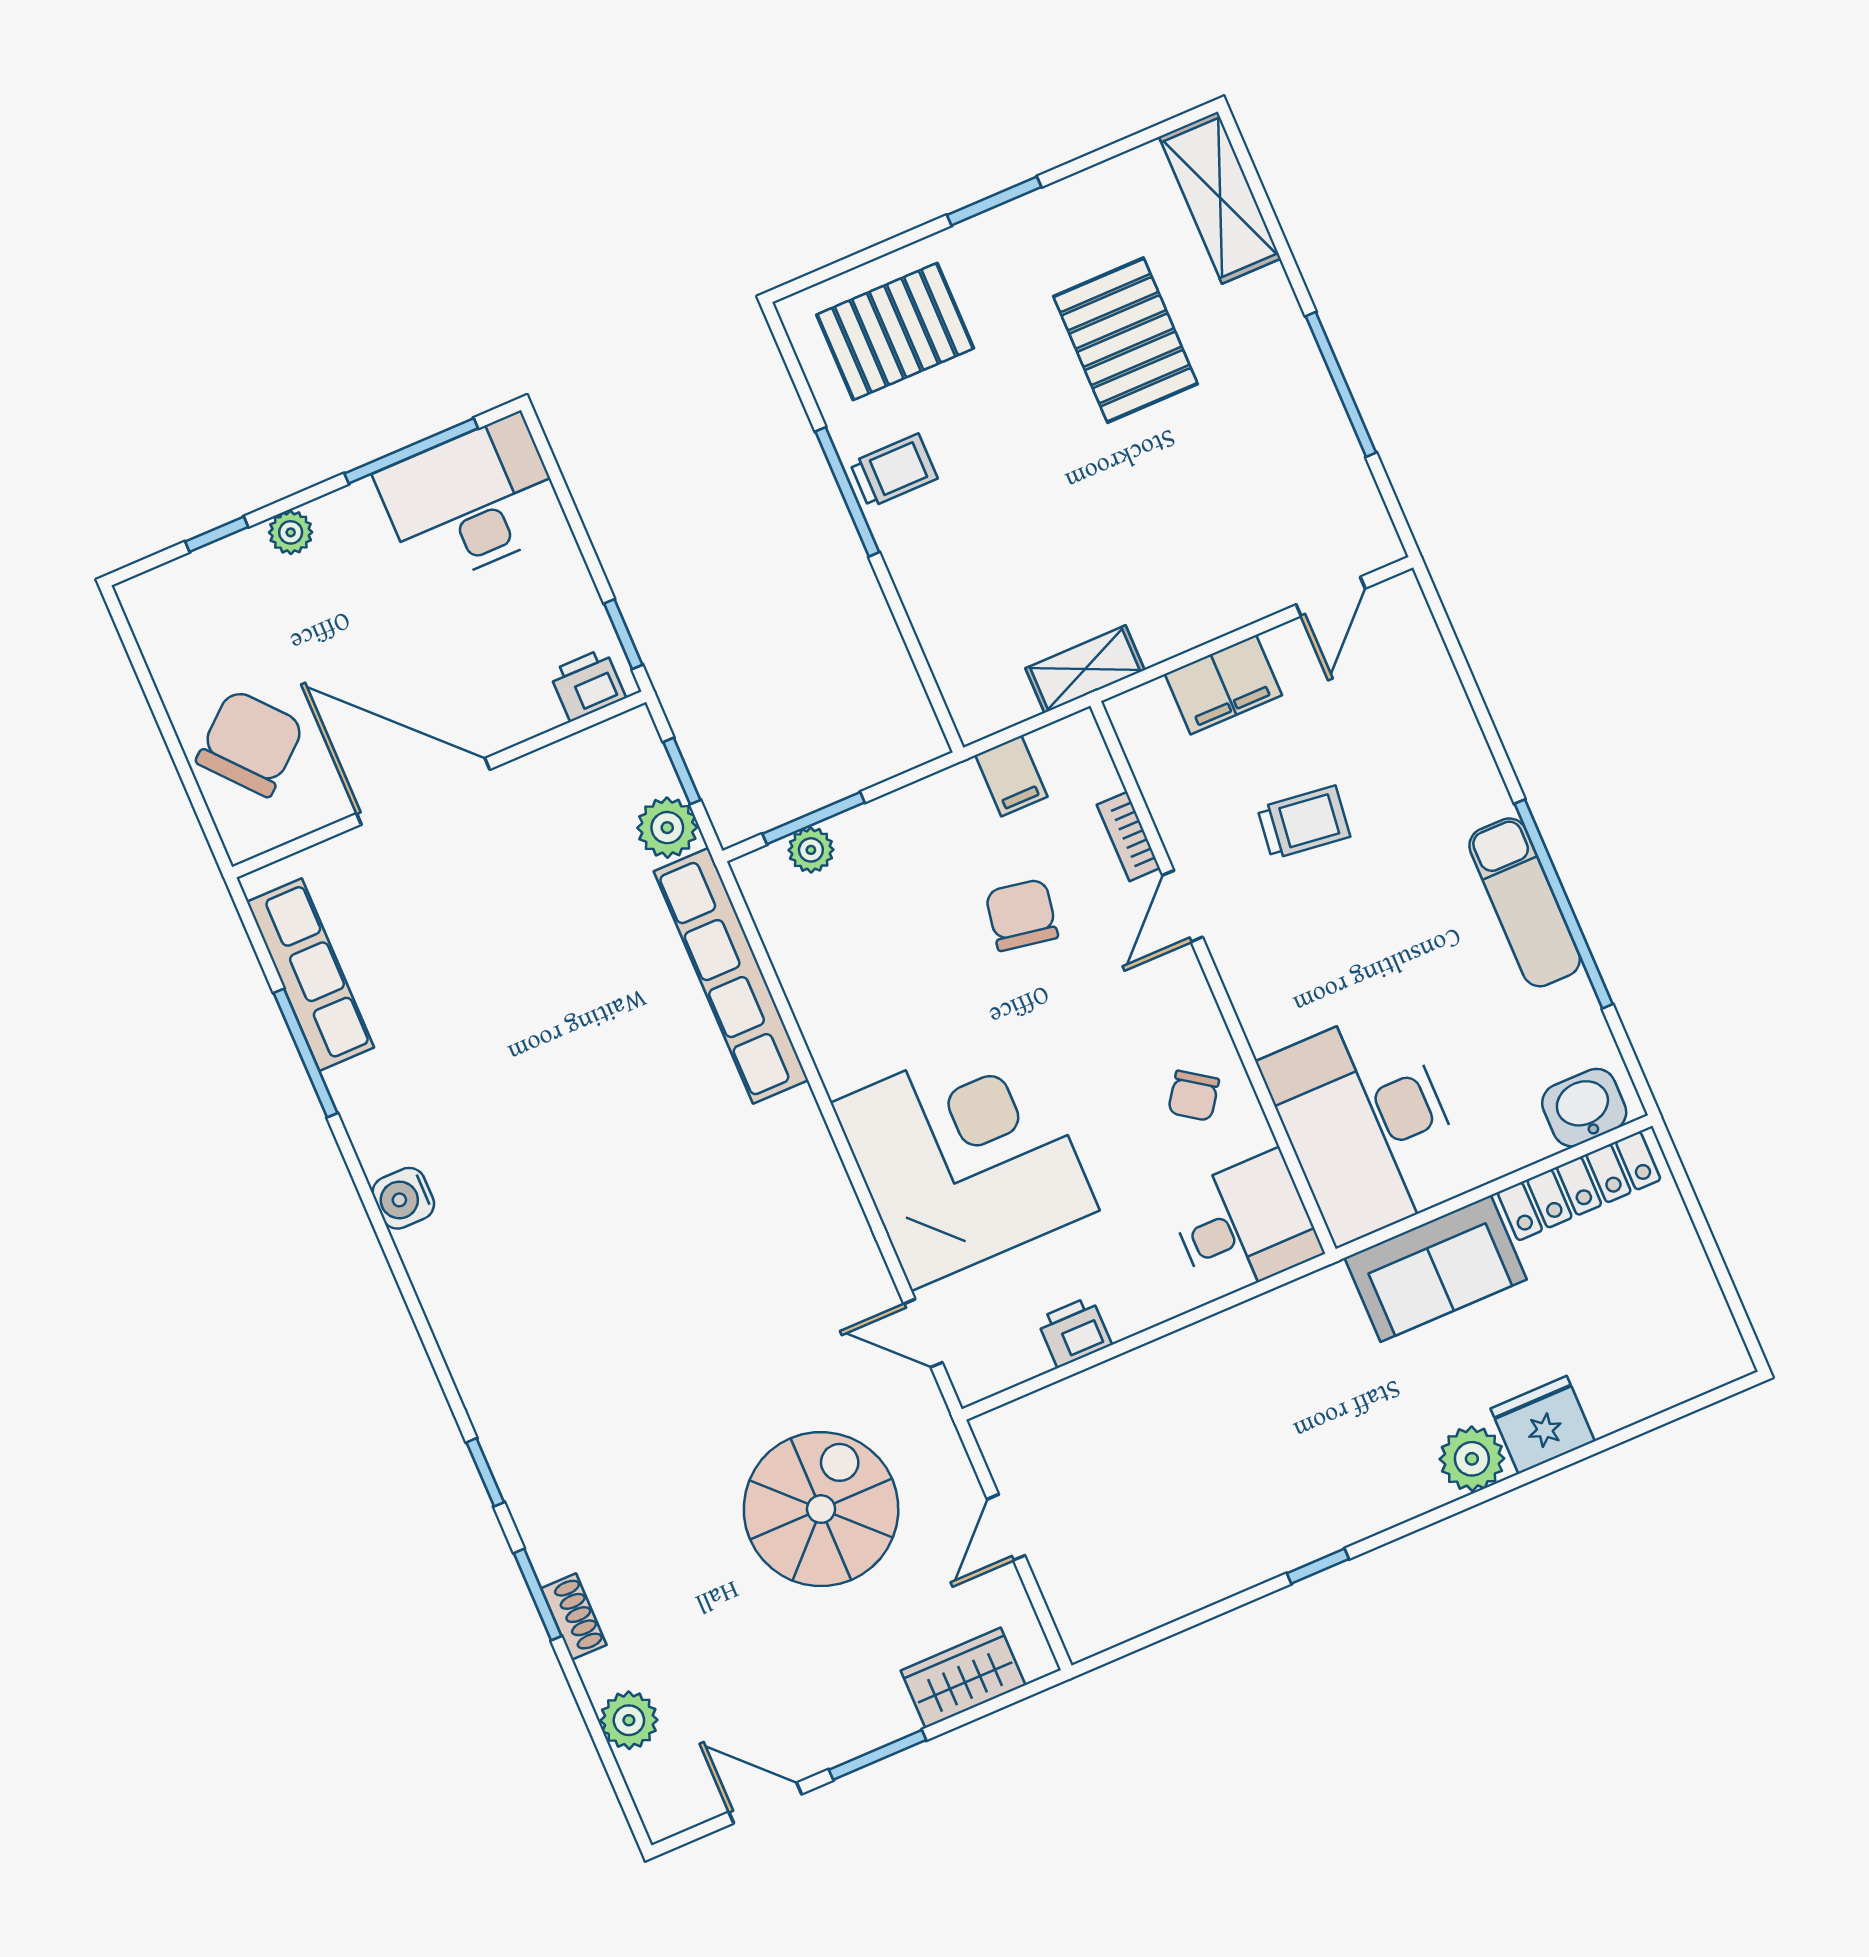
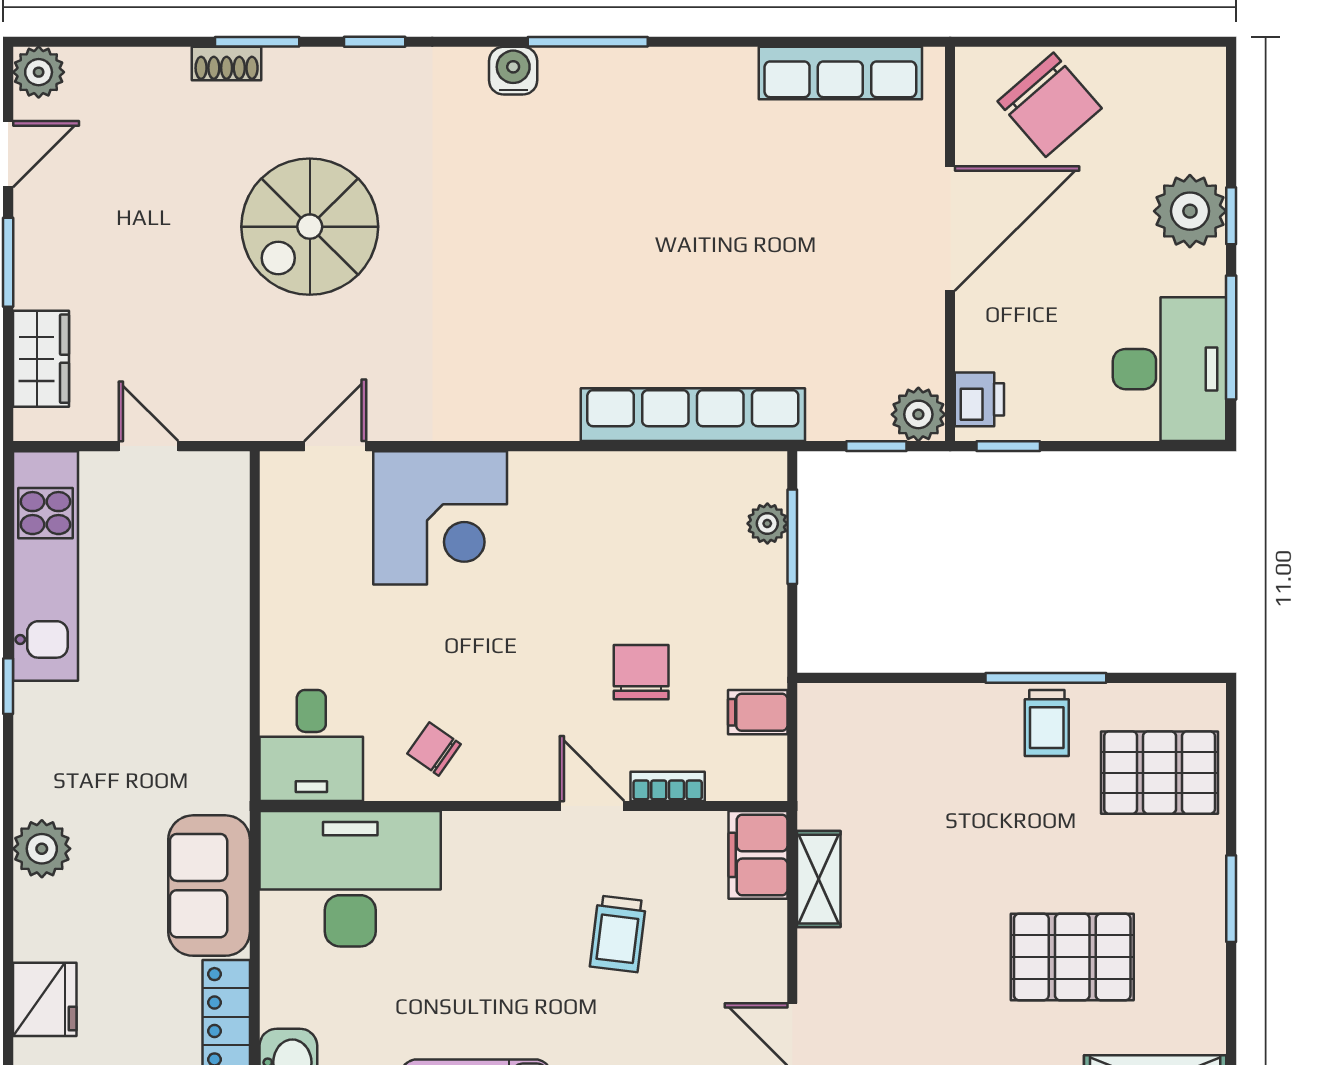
pallet: (895, 331) -> (1160, 773), turned 90
plant: (291, 532) -> (1190, 211), width x1.87, depth x1.87
window: (217, 534) -> (1231, 216), moved
shelving: (1085, 669) -> (819, 879), moved
filing cabinet: (1223, 685) -> (758, 855), moved
plant: (667, 828) -> (918, 414), moved
chair: (1022, 915) -> (641, 672), turned -100
window: (306, 1053) -> (588, 42), moved
corner desk: (965, 1157) -> (440, 518), width x0.74, depth x0.74
water cooler: (403, 1198) -> (513, 71), moved
printer: (1074, 1332) -> (284, 570), removed
fridge: (1543, 1425) -> (45, 999), moved
spiral stairs: (821, 1509) -> (310, 227), moved, turned 90
kitchen unit: (1176, 1581) -> (45, 566), added
plant: (629, 1720) -> (39, 72), moved

